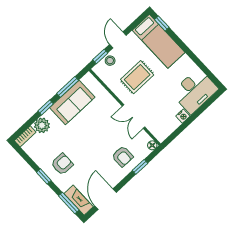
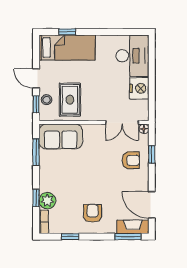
window: (162, 23) -> (67, 32), moved
rug: (137, 77) -> (70, 100), moved
sofa: (72, 102) -> (61, 136), moved, turned 90
window: (46, 107) -> (36, 198), moved
nightstand: (183, 116) -> (139, 88), width x1.89, depth x1.79
double door: (134, 117) -> (122, 122), moved
window: (44, 176) -> (70, 237), moved

